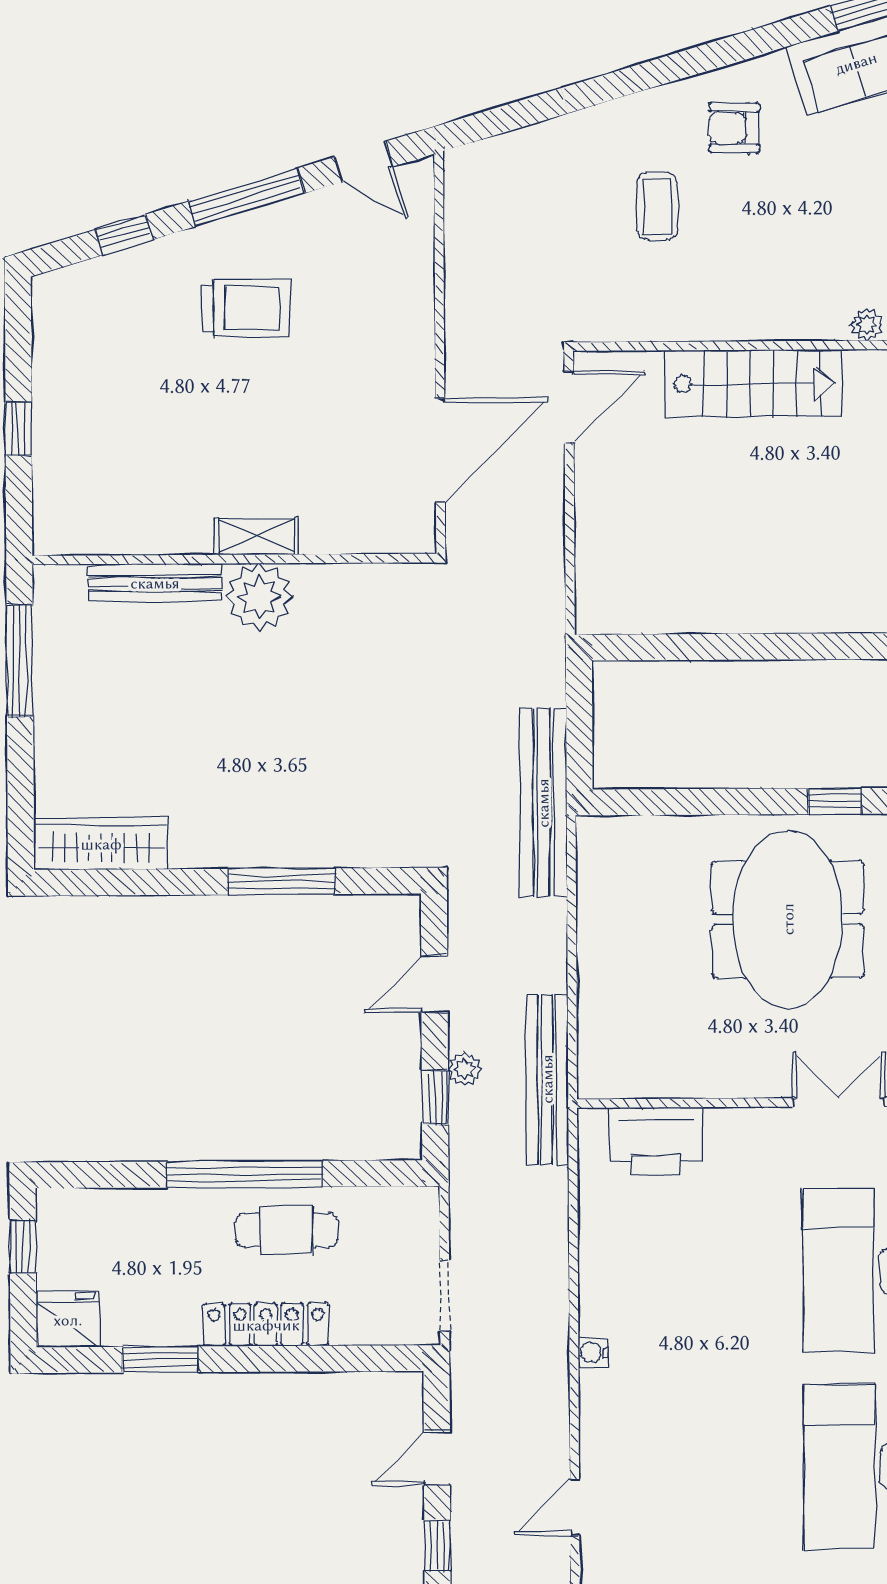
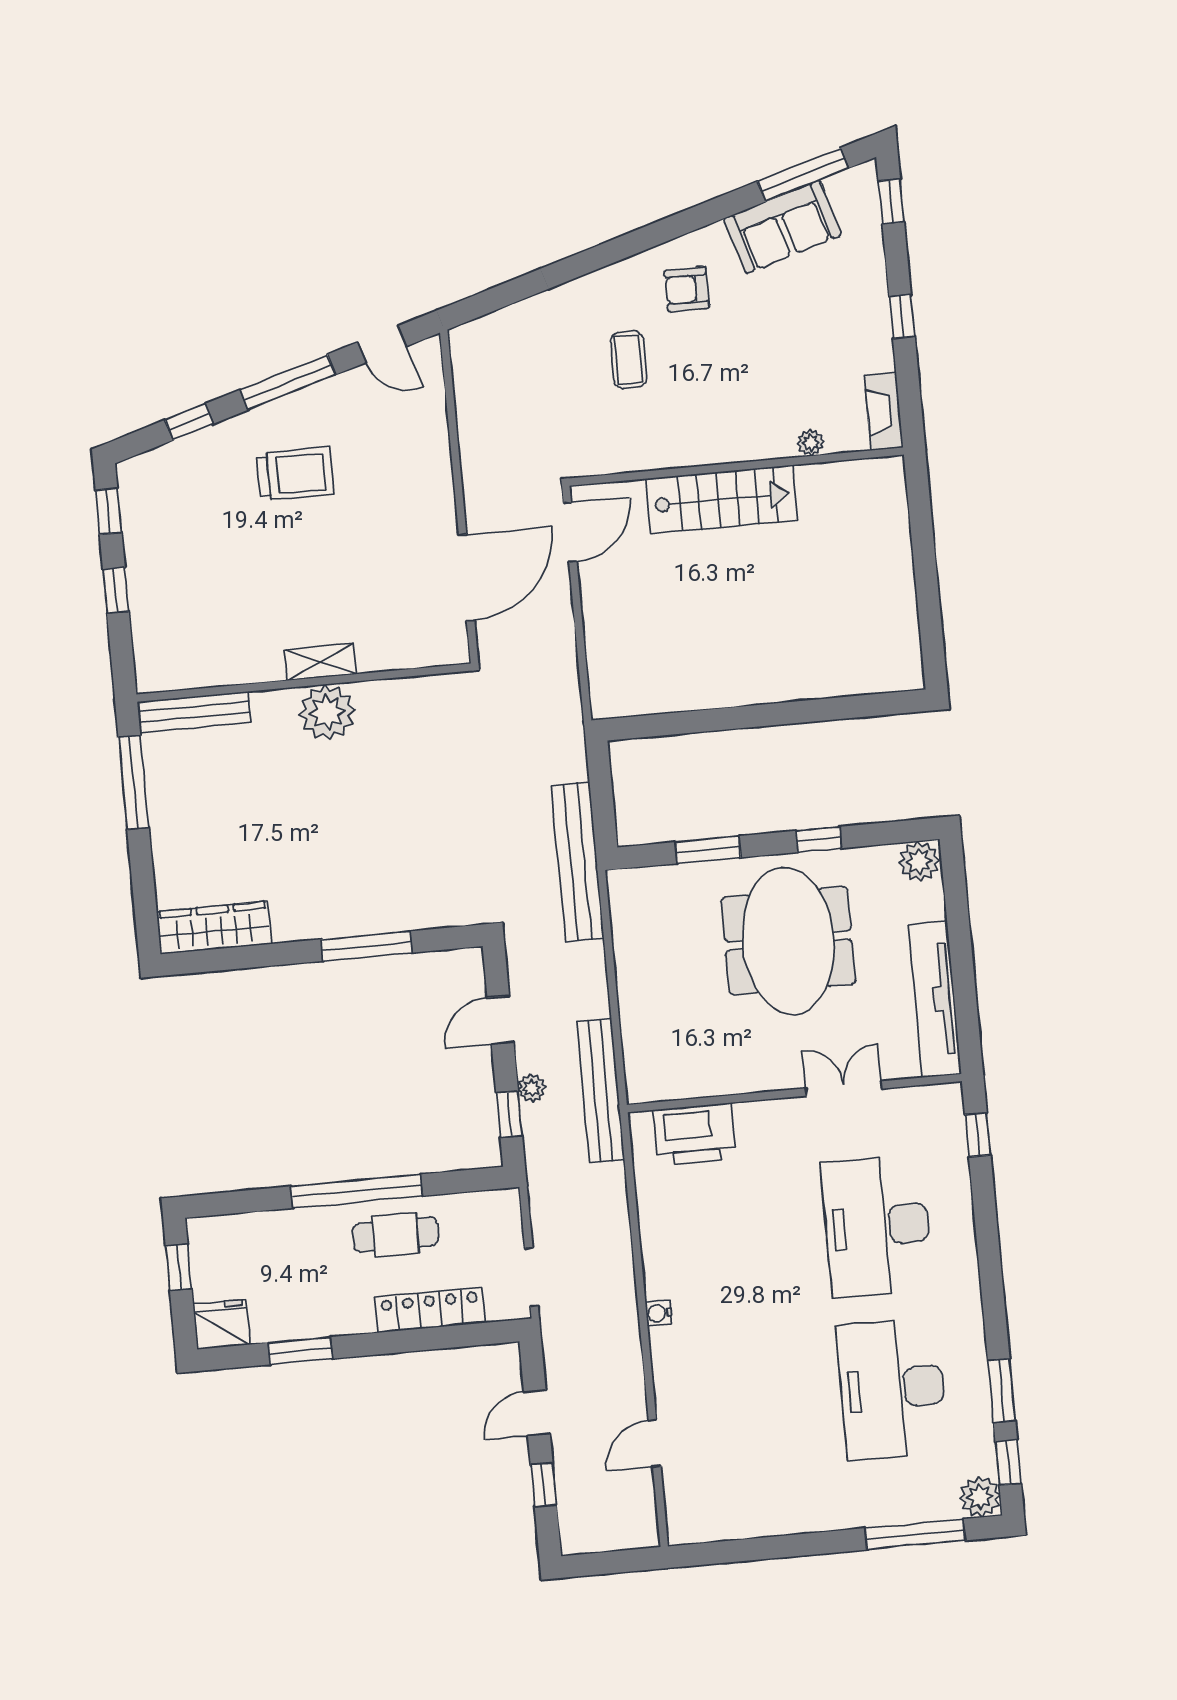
window: (18, 333) -> (109, 511), added
bench: (155, 583) -> (194, 712), moved
window: (701, 802) -> (708, 850), added
locker: (266, 1325) -> (430, 1310), moved

